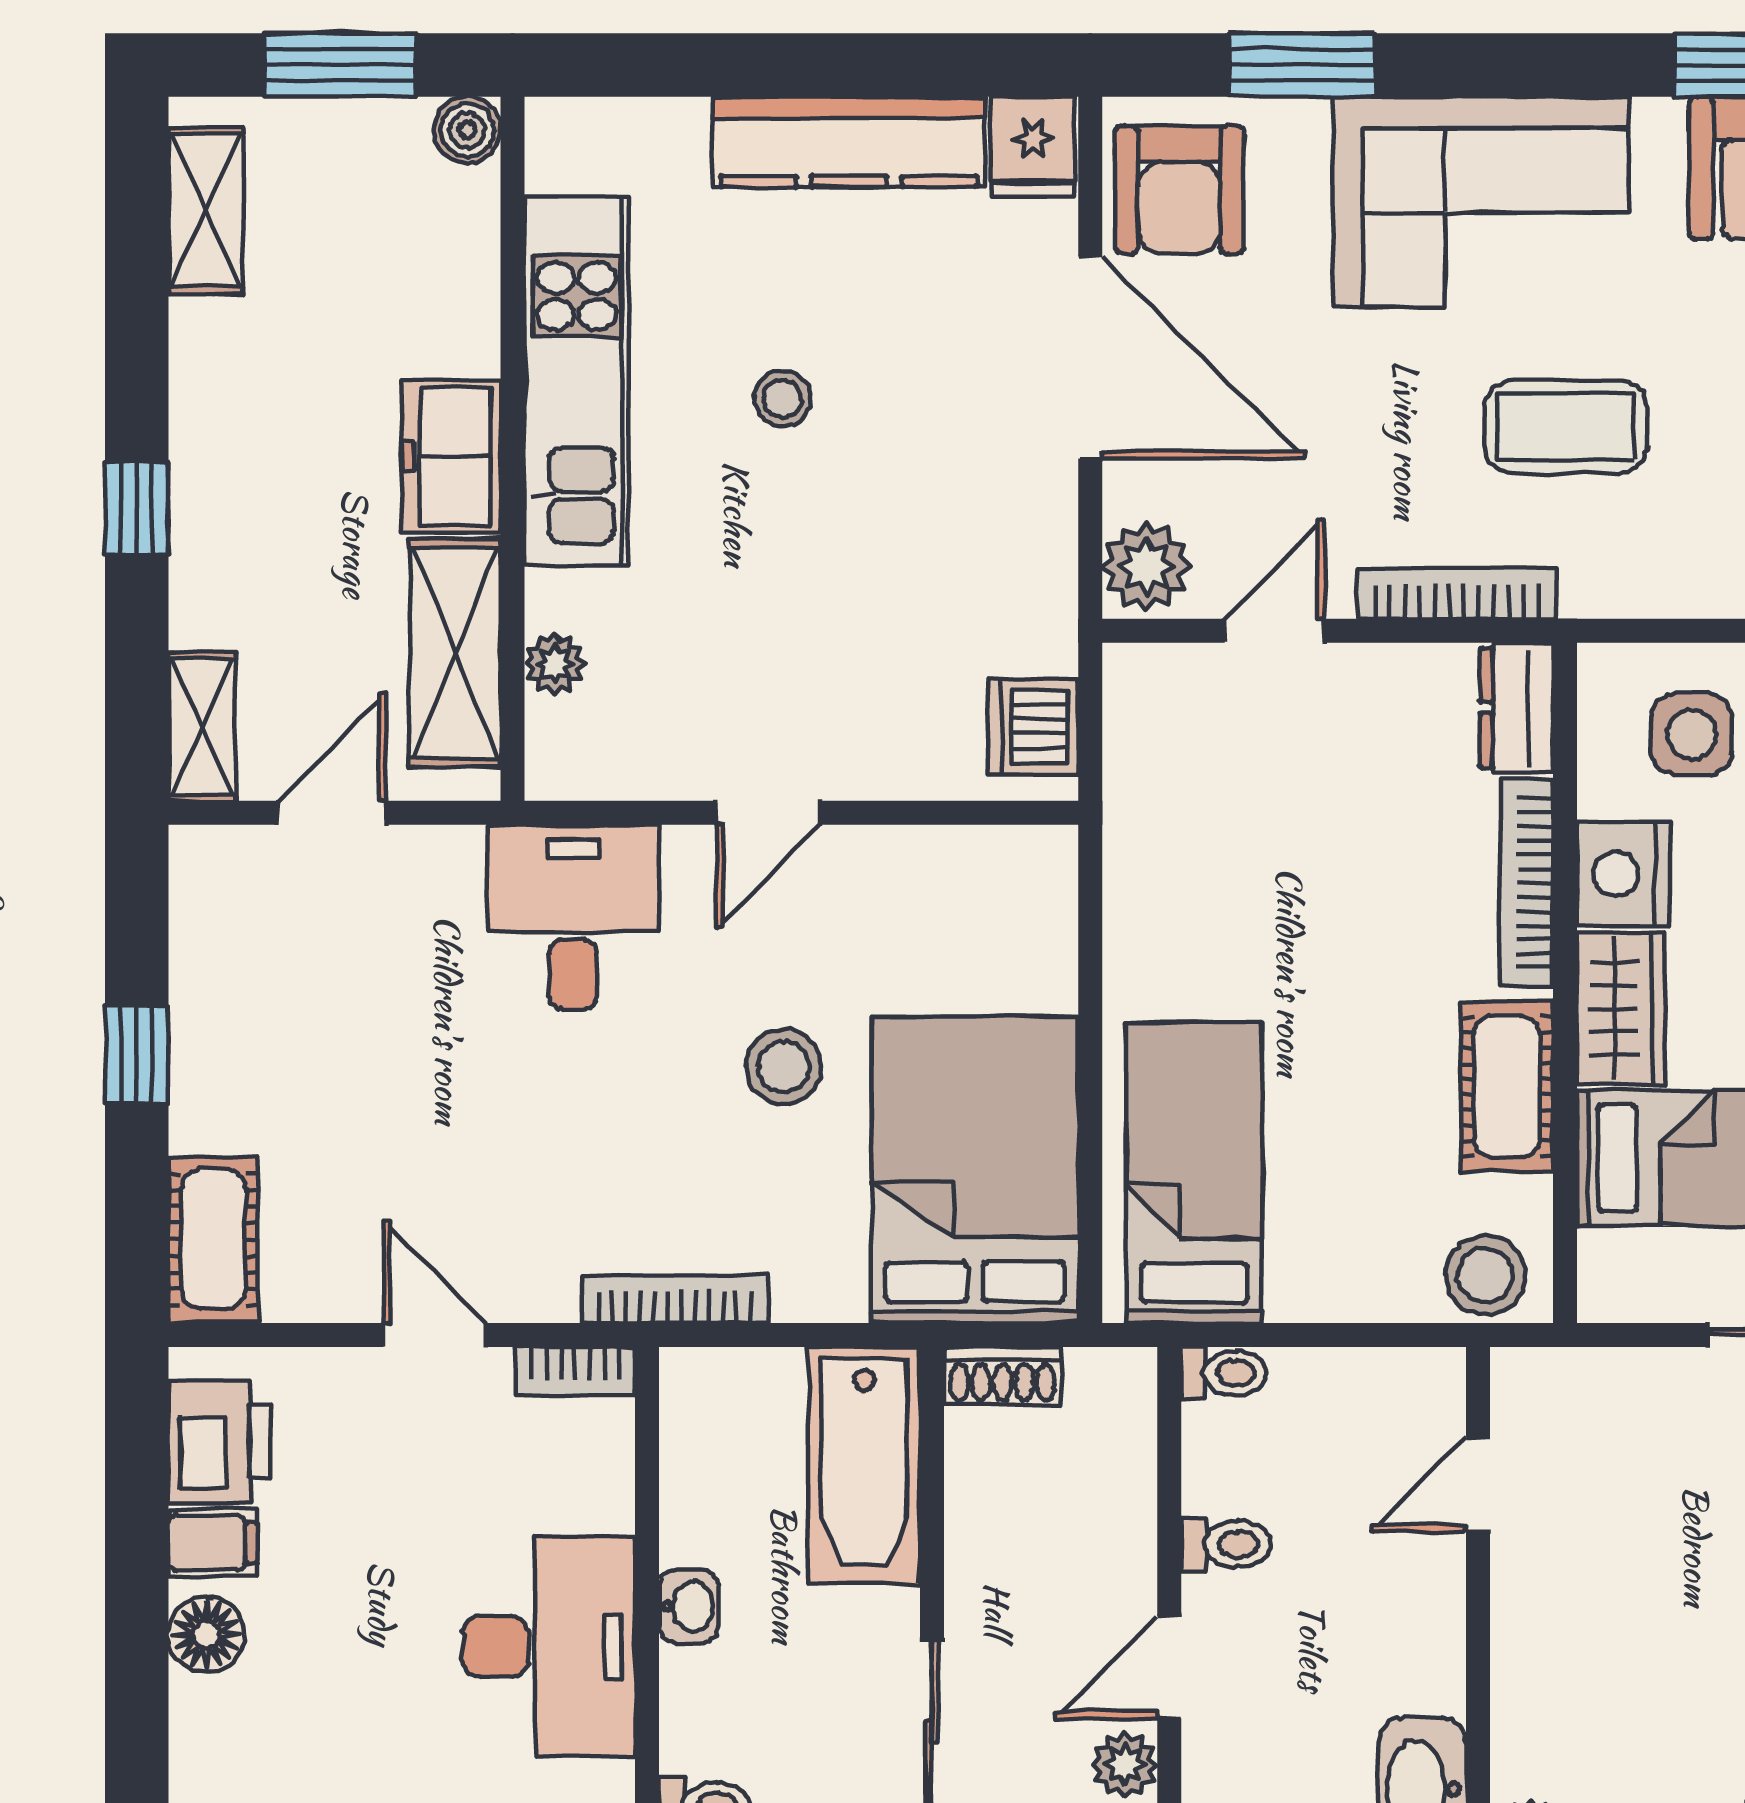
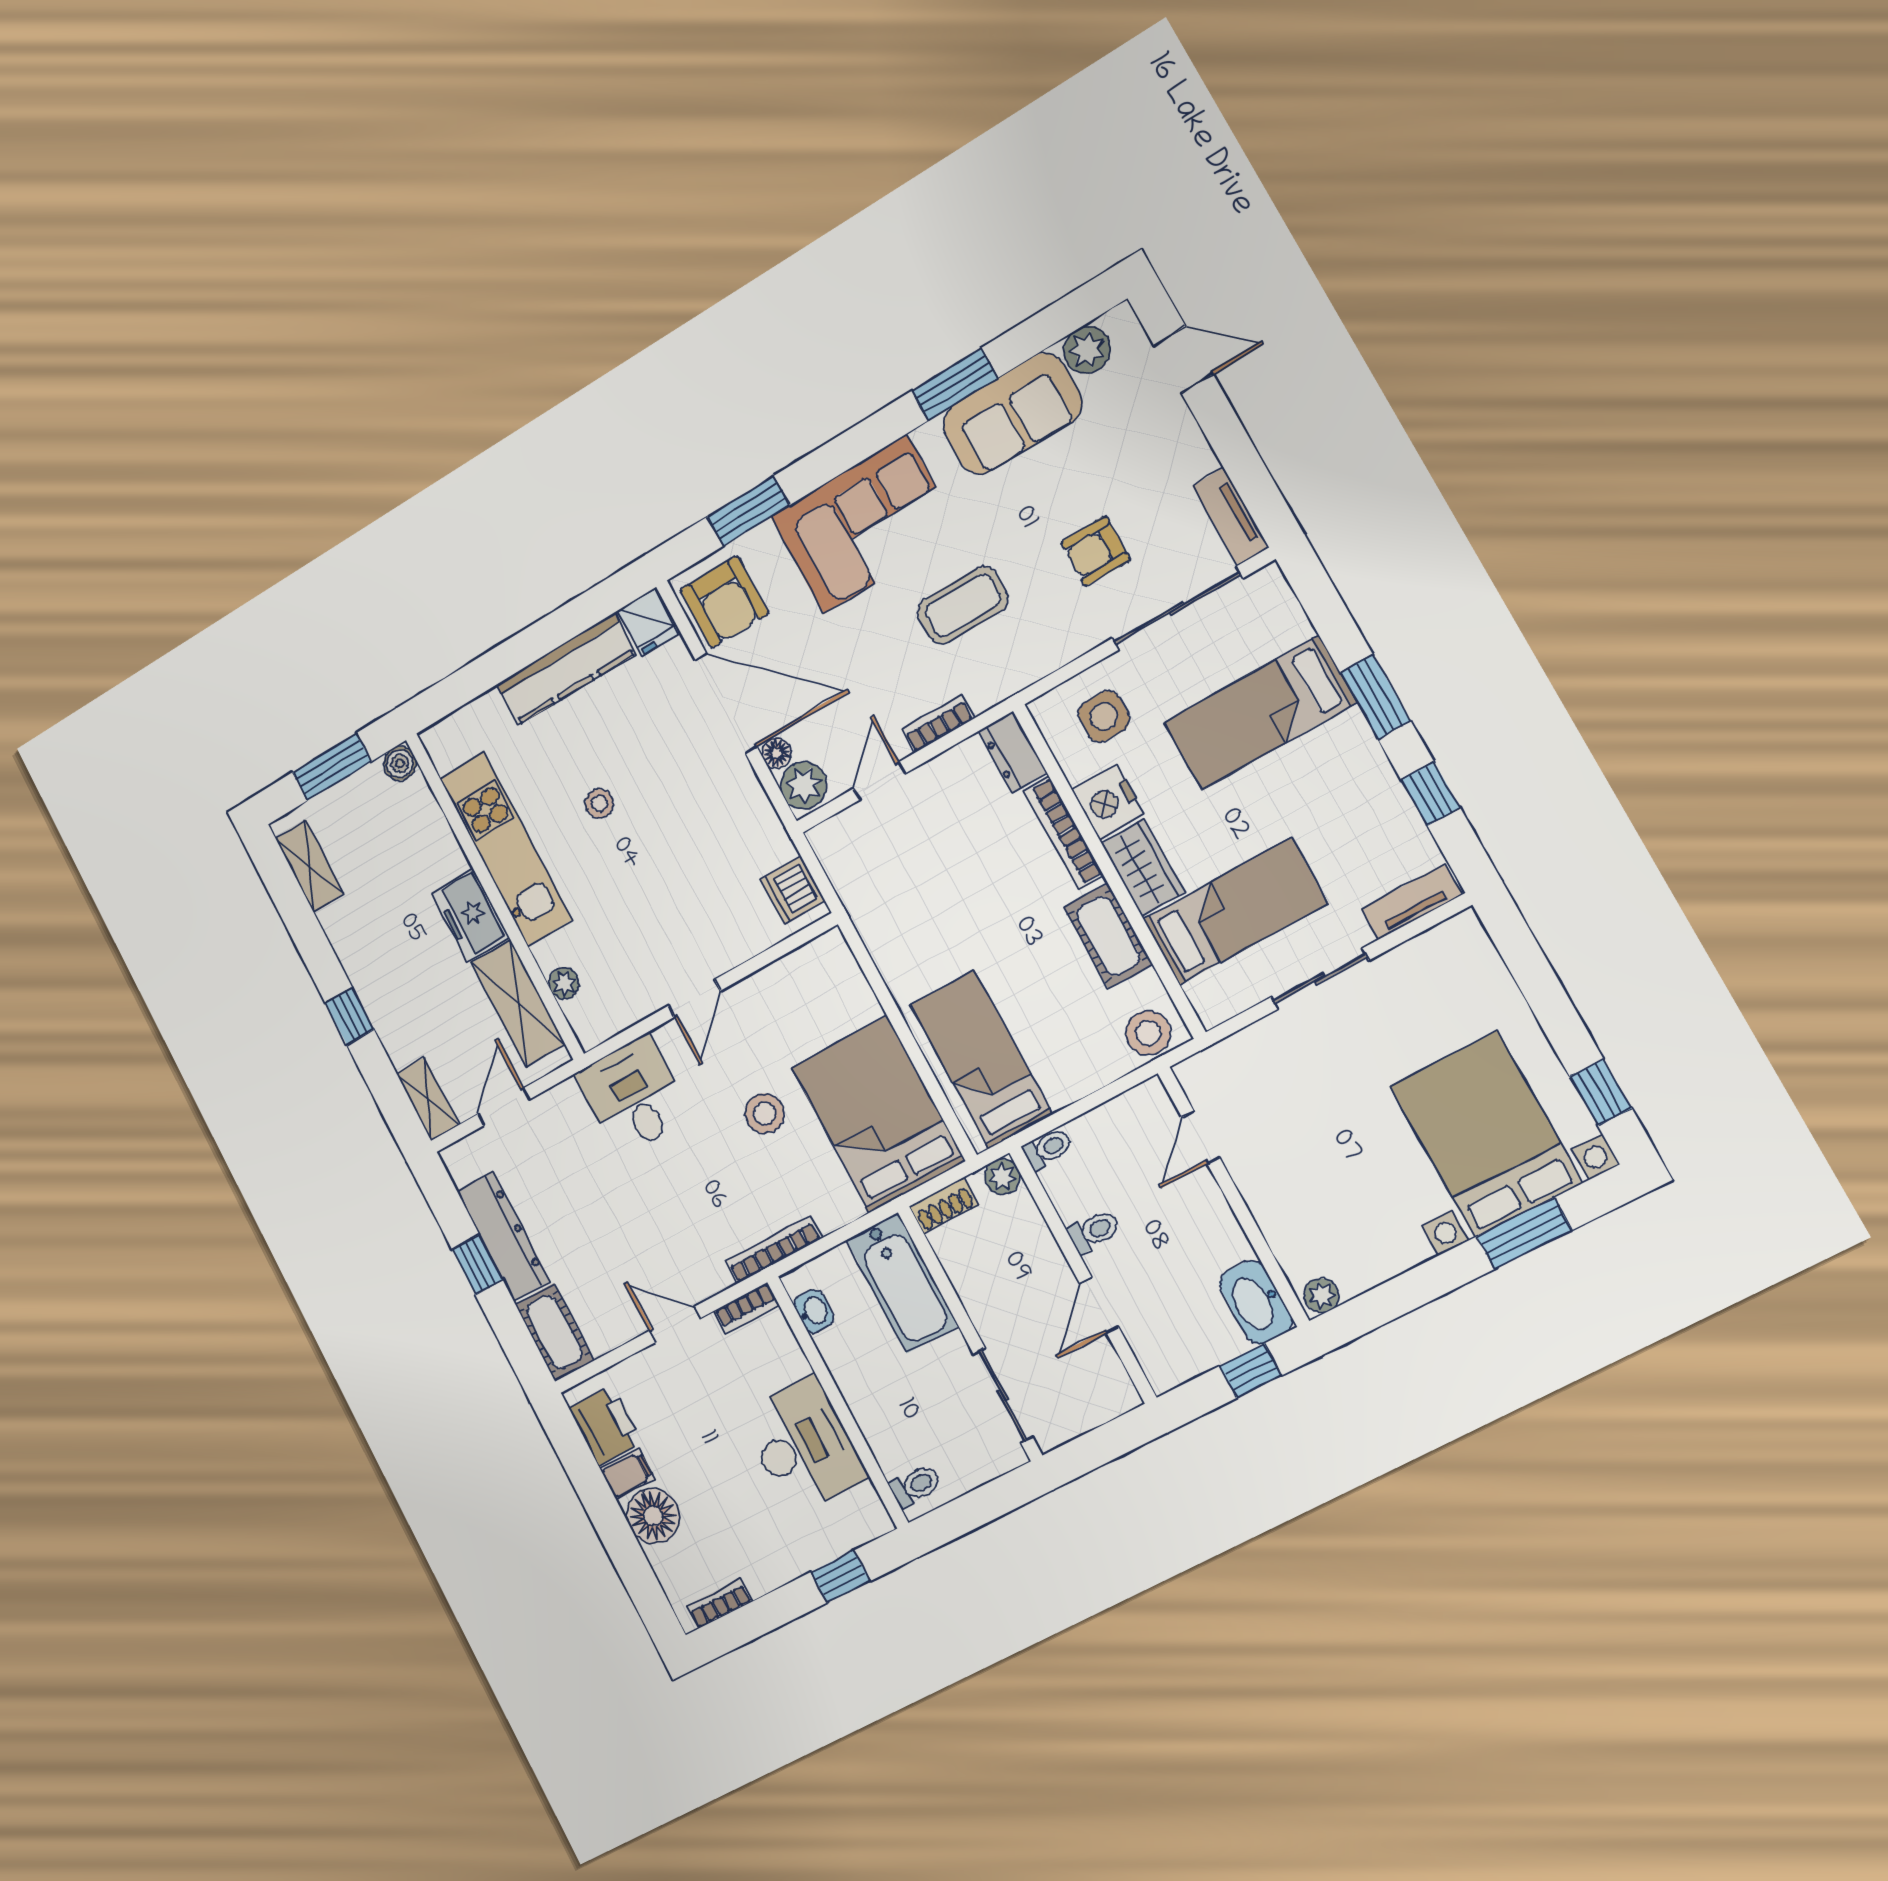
floor lamp: (1130, 488) -> (777, 753), added
bookcase: (1457, 593) -> (938, 724), width x0.64
dresser: (211, 1031) -> (504, 1236), added
washbasin: (689, 1606) -> (814, 1311), moved
floor lamp: (206, 1634) -> (653, 1516), width x1.38, depth x1.38
plant: (1125, 1765) -> (1002, 1177), moved

